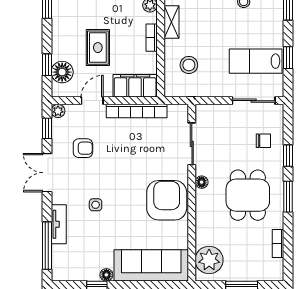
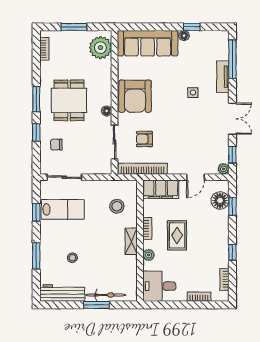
rug: (98, 48) -> (177, 235), moved
bookcase: (137, 111) -> (143, 169), moved
armchair: (83, 148) -> (144, 139), moved
bookcase: (278, 244) -> (44, 49), moved

